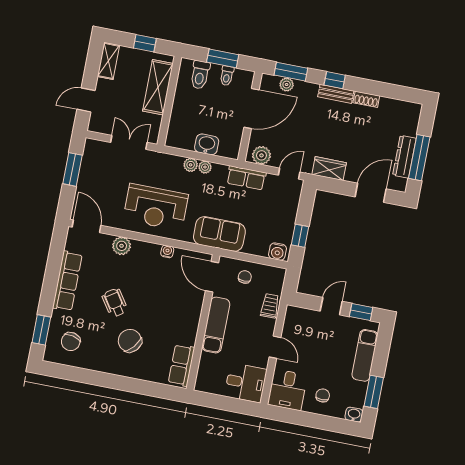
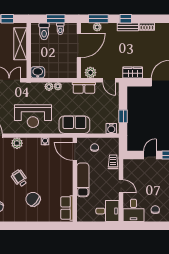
washbasin: (207, 144) -> (38, 72), moved
door: (289, 174) -> (109, 80), swing flipped

